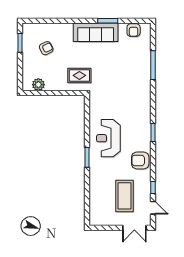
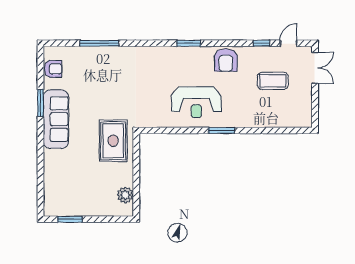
armchair: (46, 48) -> (77, 185), removed
rug: (79, 75) -> (113, 141), width x1.36, depth x1.43
coffee table: (125, 196) -> (273, 81), width x0.73, depth x0.76

